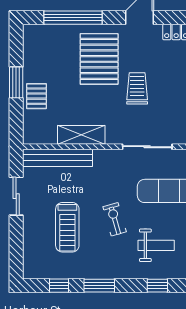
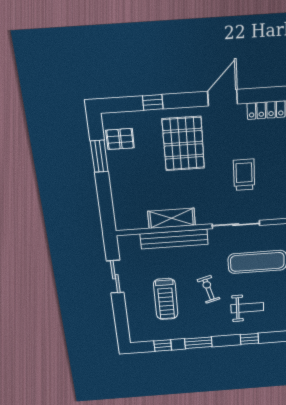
window: (73, 18) -> (153, 102), width x0.32
window: (16, 82) -> (99, 156), moved
trolley: (137, 88) -> (244, 175), moved
pallet: (37, 96) -> (120, 139), moved, turned 90
bench: (57, 158) -> (174, 239), moved

